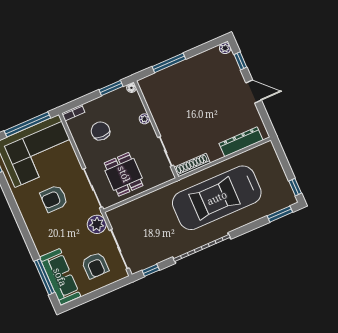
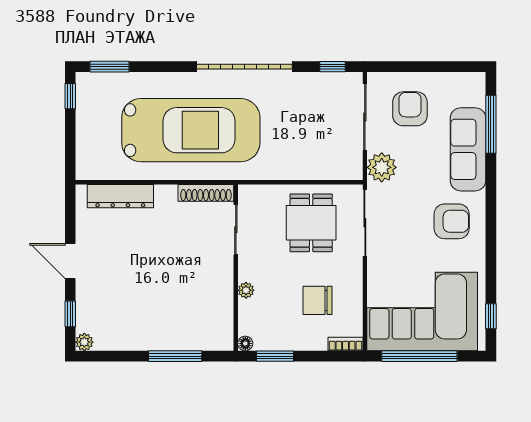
chair: (100, 131) -> (317, 300), turned 90
armchair: (54, 199) -> (452, 221), moved
sofa: (60, 277) -> (468, 149), moved

